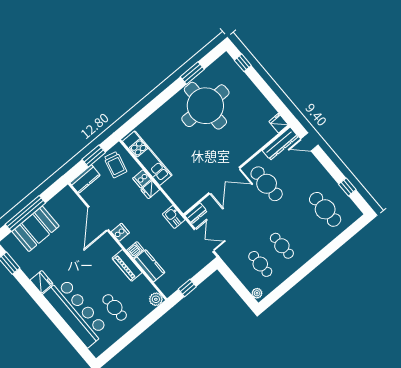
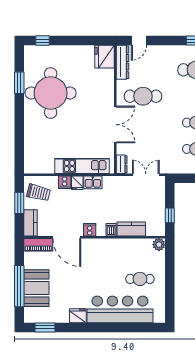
fridge: (279, 123) -> (105, 57), width x1.88, depth x1.34
kitchen unit: (147, 158) -> (82, 166), moved
kitchen sink: (174, 217) -> (93, 182), moved
piano: (127, 265) -> (38, 245), moved

